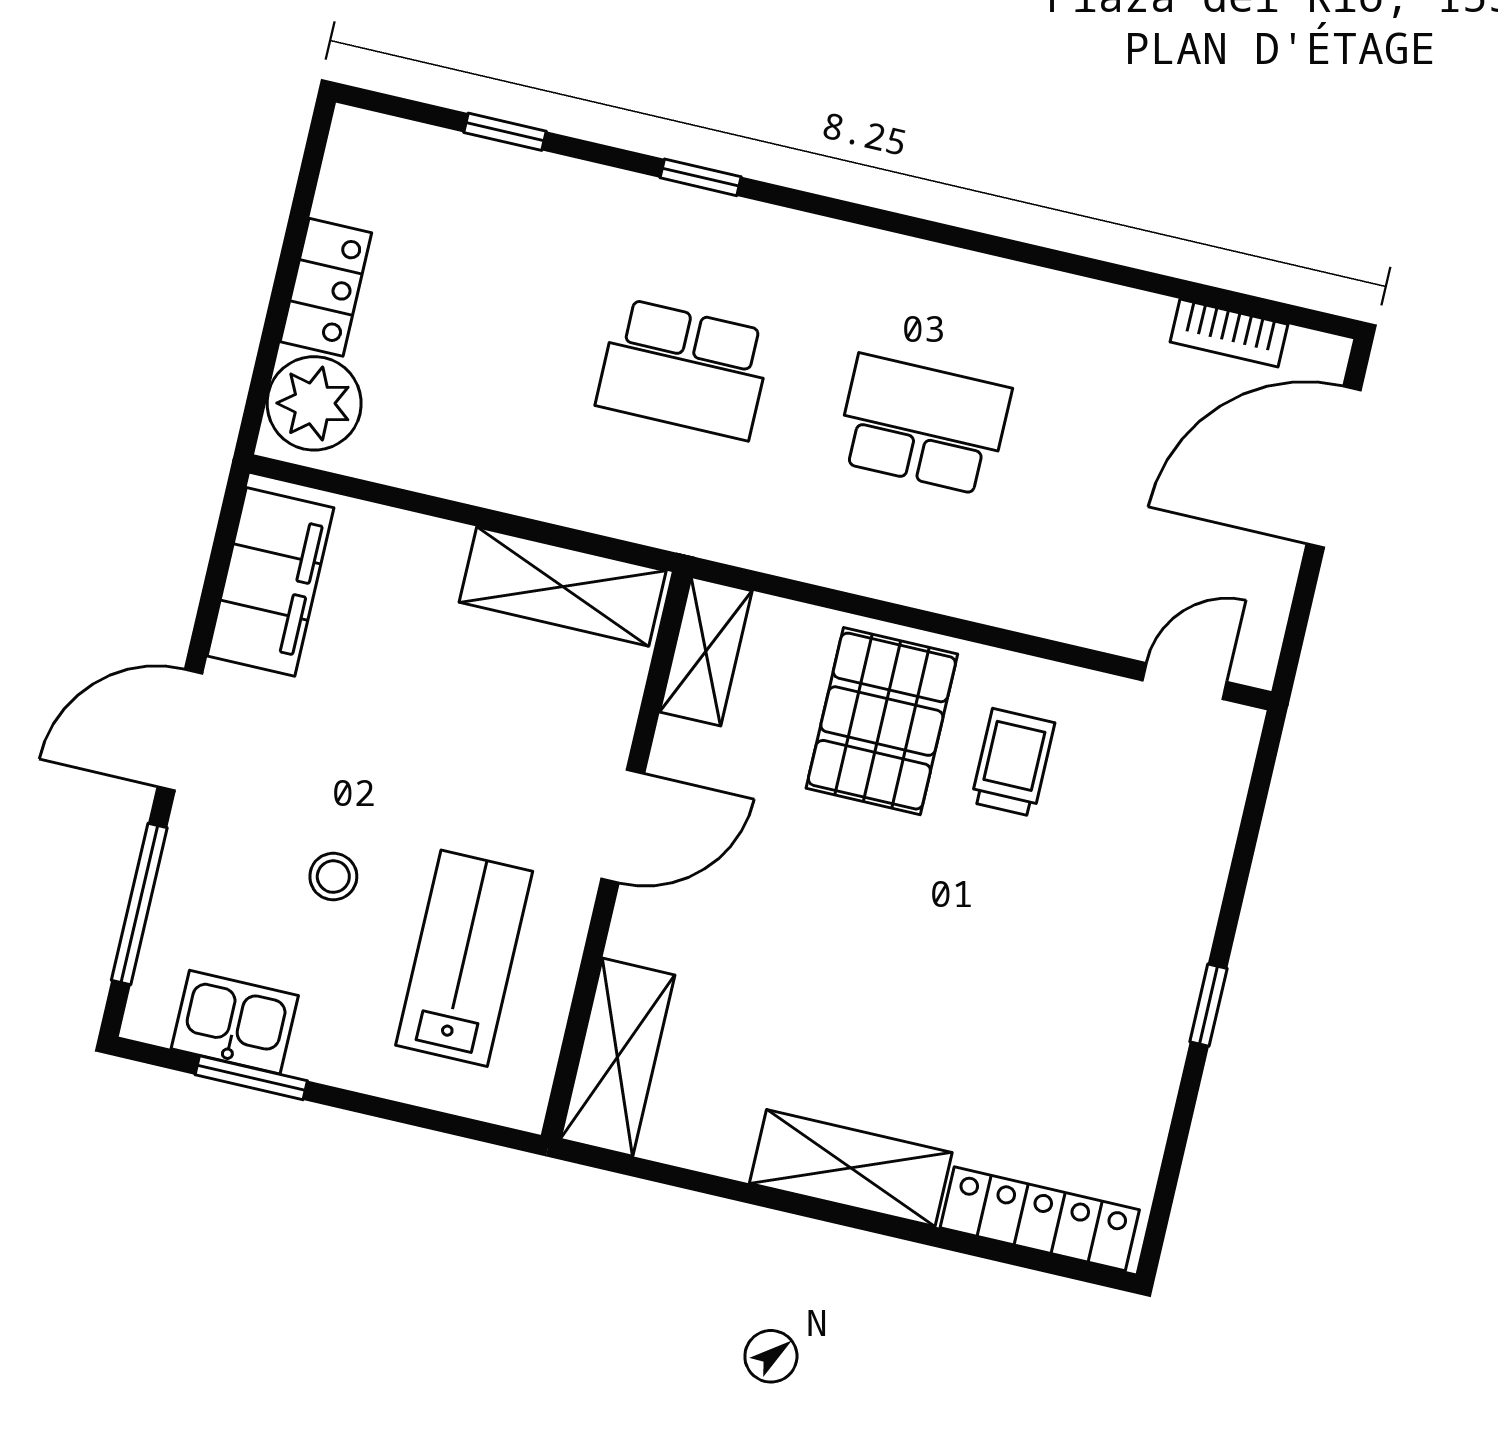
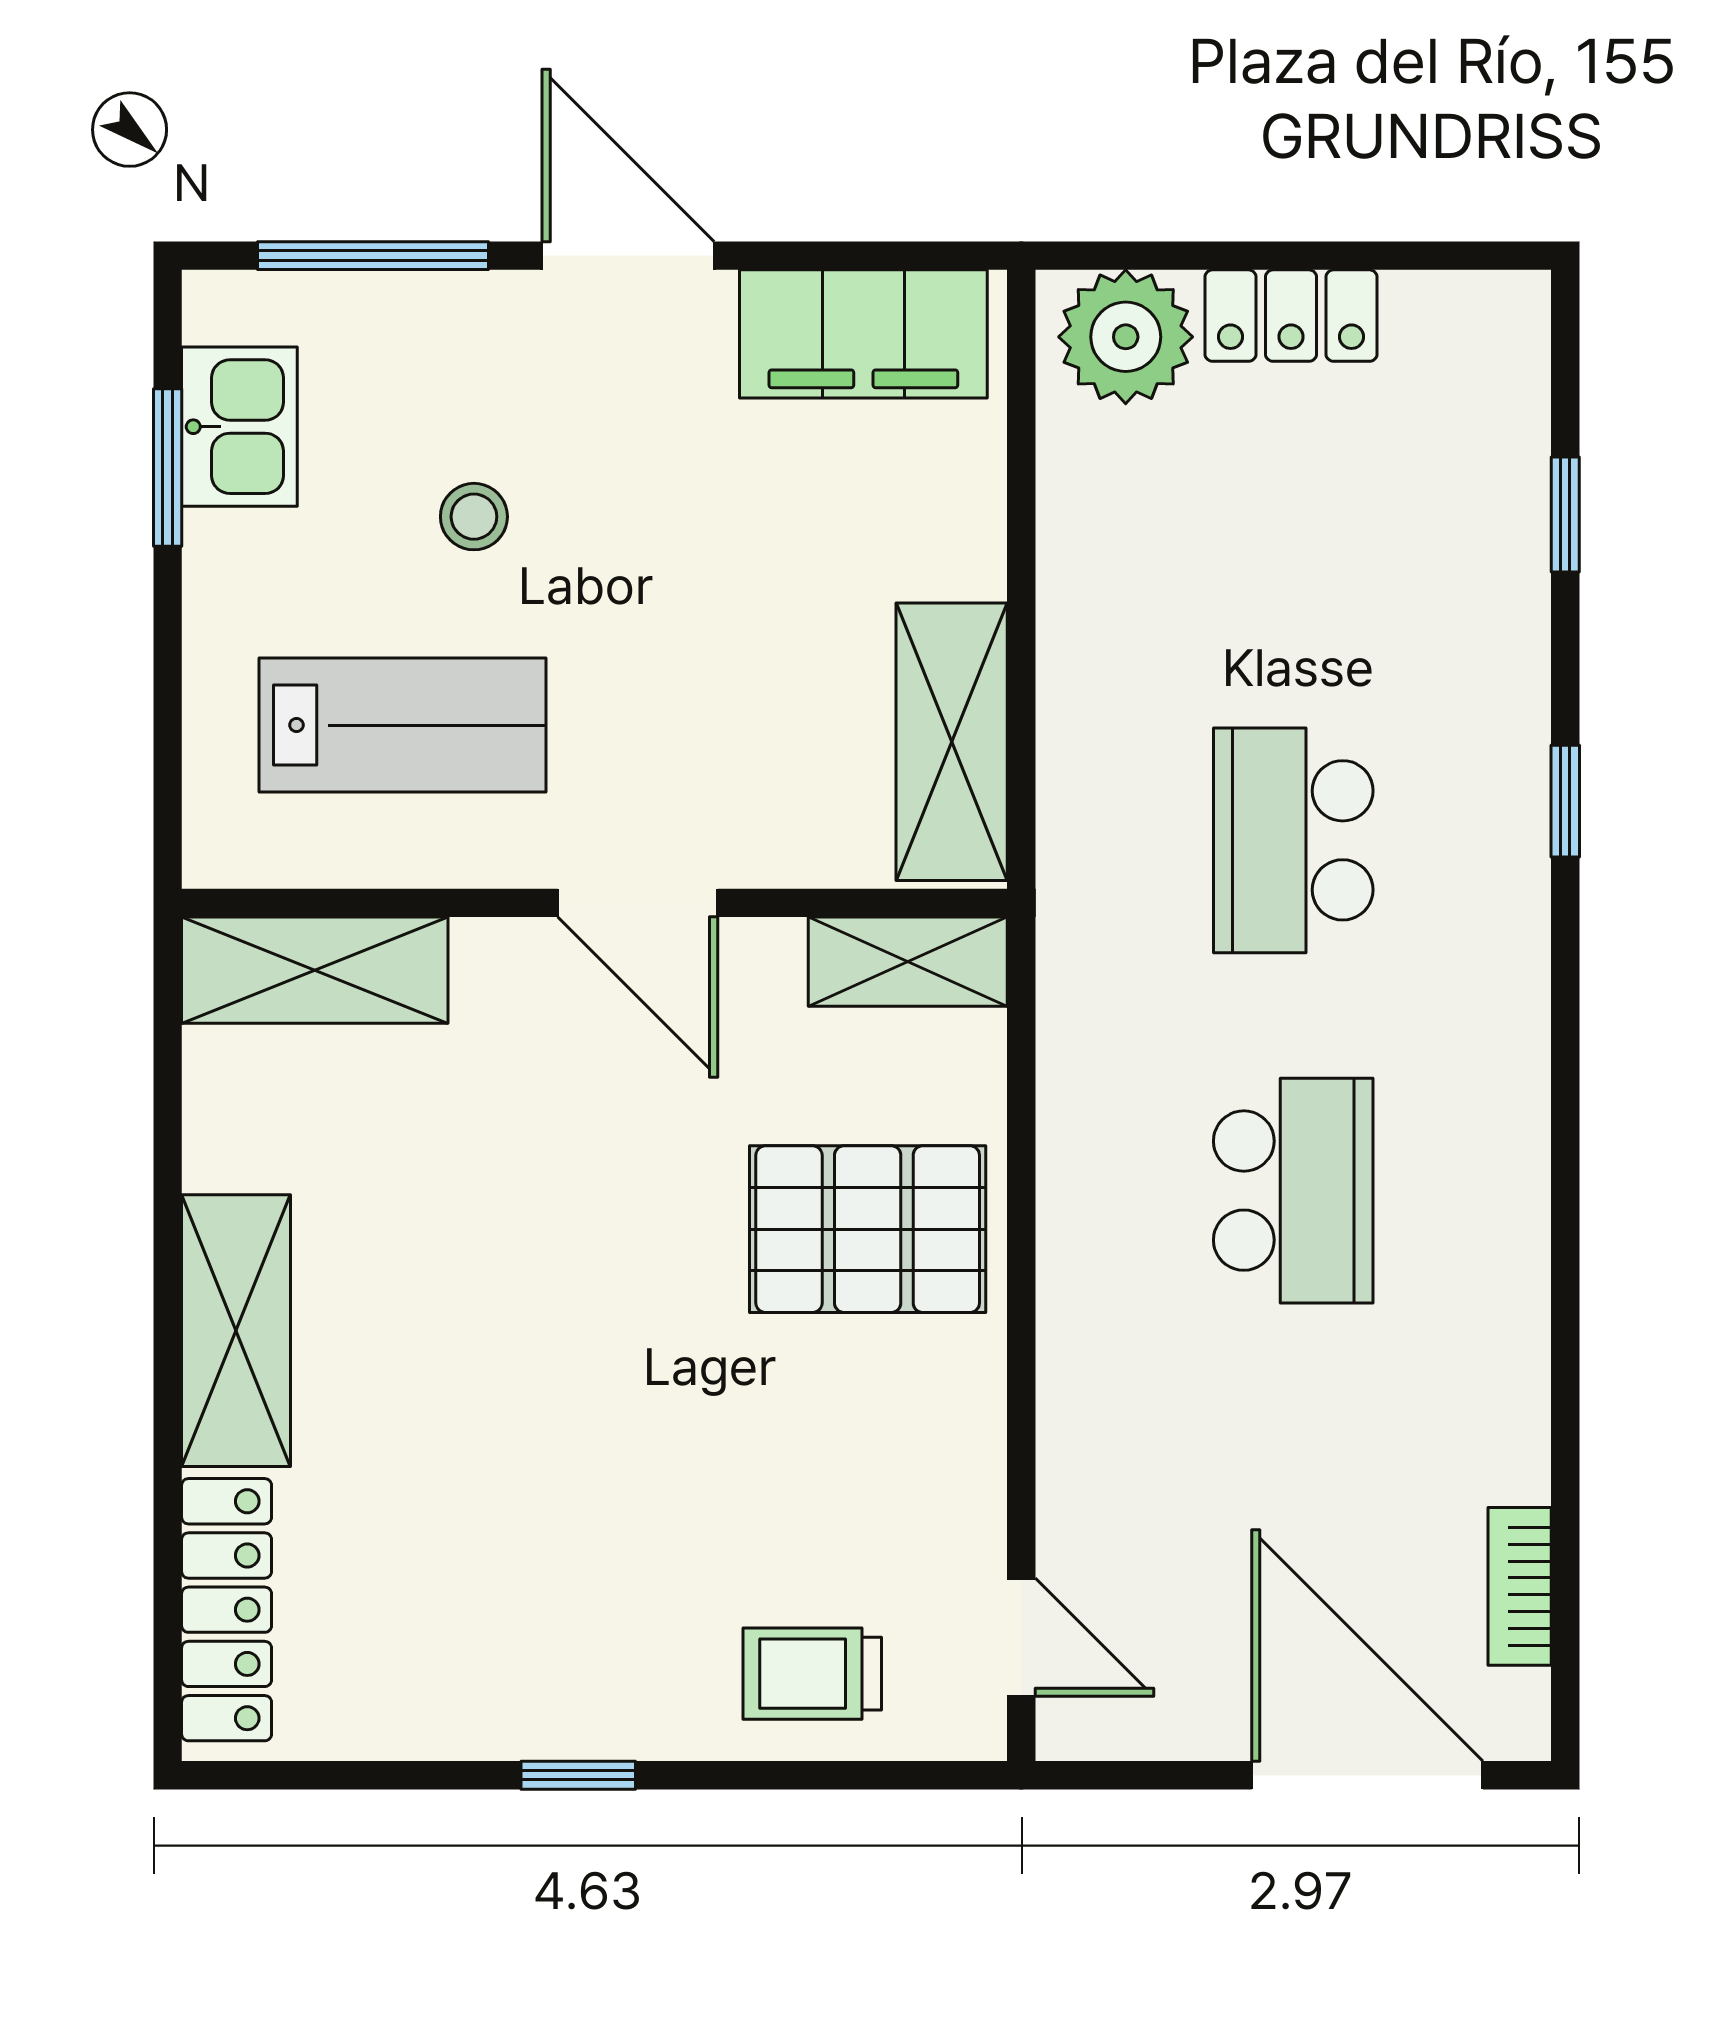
trolley: (1013, 763) -> (812, 1674), moved, turned 180

